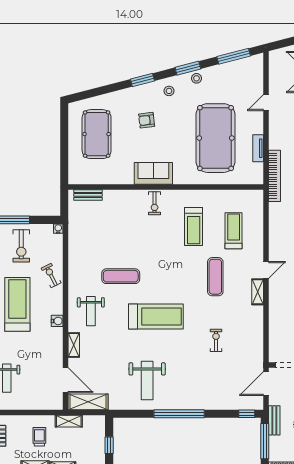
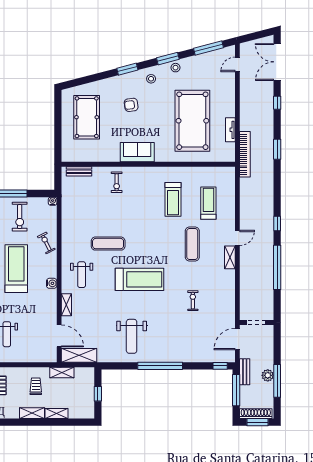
door: (266, 103) -> (237, 64), moved
exercise bike: (155, 203) -> (117, 182), moved

